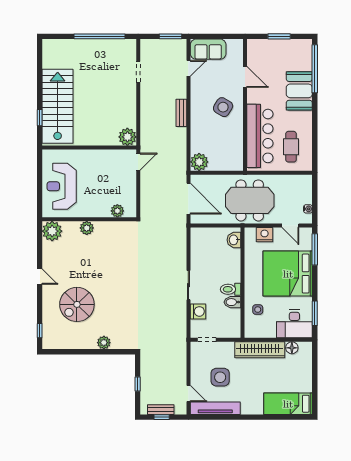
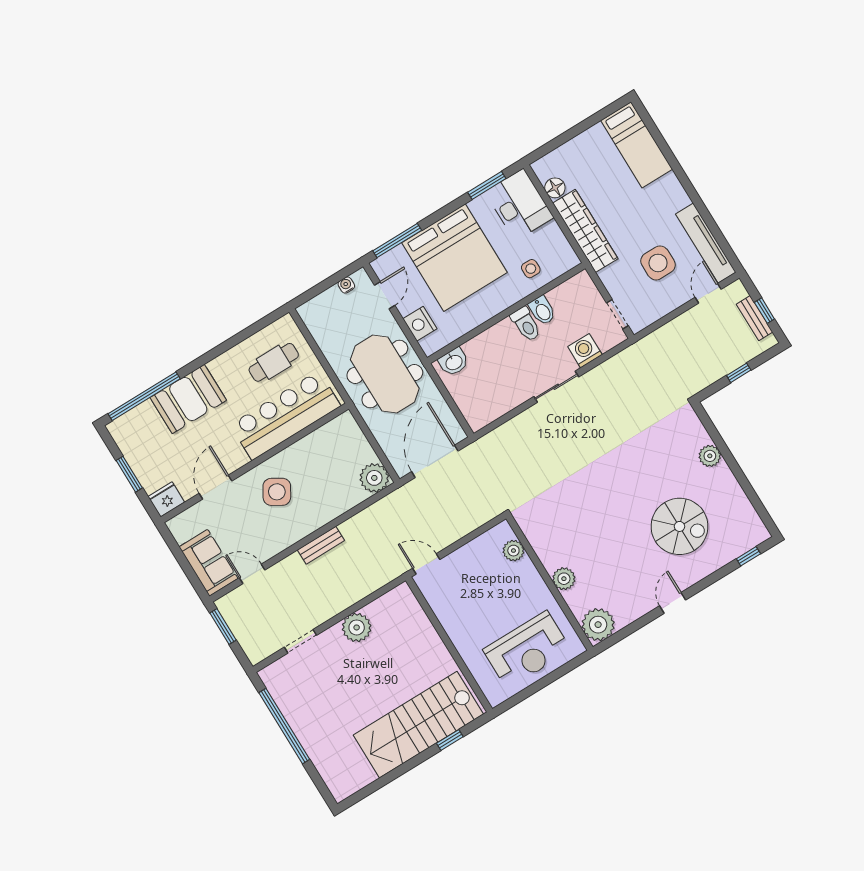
fridge: (254, 48) -> (166, 499), added
plant: (127, 137) -> (357, 627), moved

